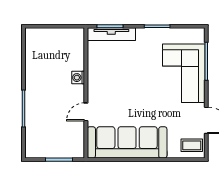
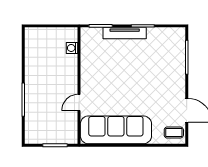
tv unit: (111, 34) -> (125, 33), moved
corner sofa: (184, 73) -> (167, 68), removed
washing machine: (78, 78) -> (72, 48), moved

